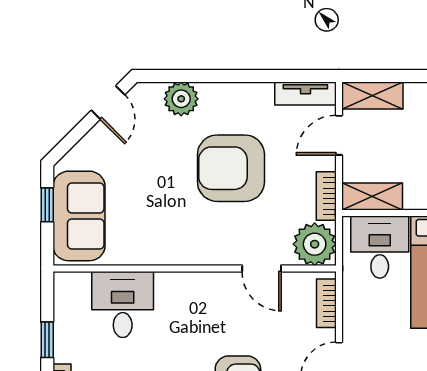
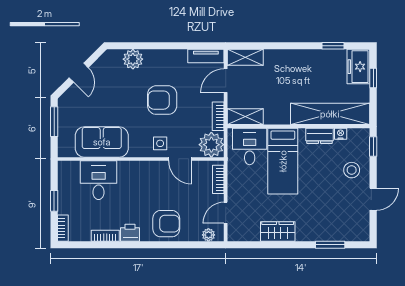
door: (108, 102) -> (79, 73), moved
armchair: (231, 168) -> (162, 100), width x0.73, depth x0.73
window: (47, 205) -> (54, 122), width x1.50
sofa: (79, 216) -> (102, 142), moved, turned -90
side table: (227, 242) -> (160, 143), added

